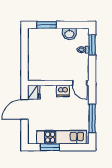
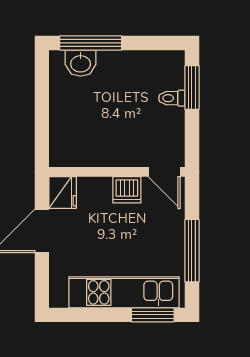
window: (46, 25) -> (91, 43), width x1.44
washbasin: (69, 34) -> (81, 63), moved
window: (50, 147) -> (153, 315), moved

